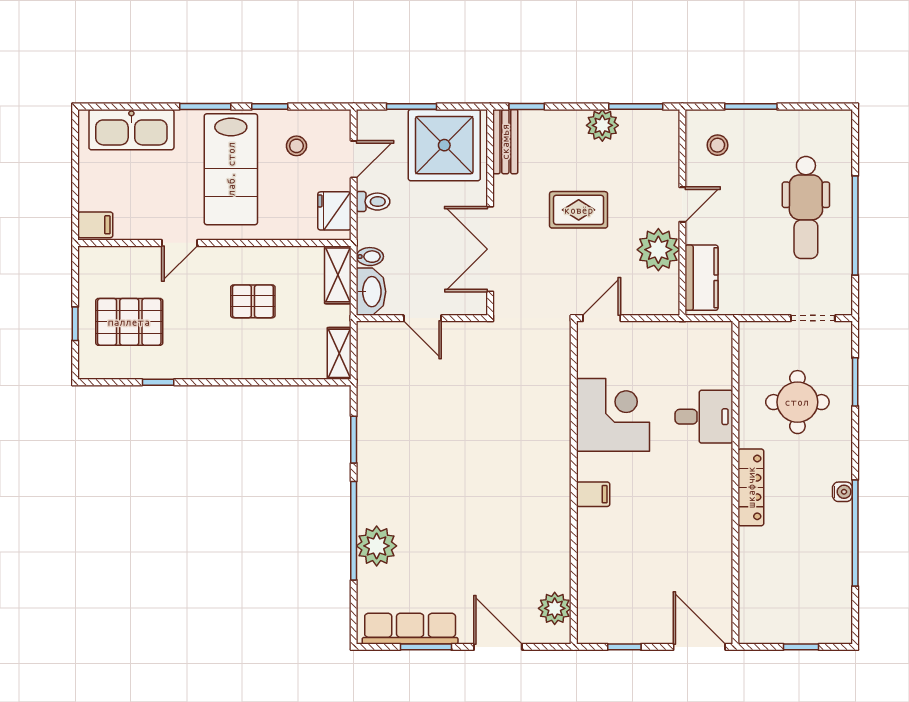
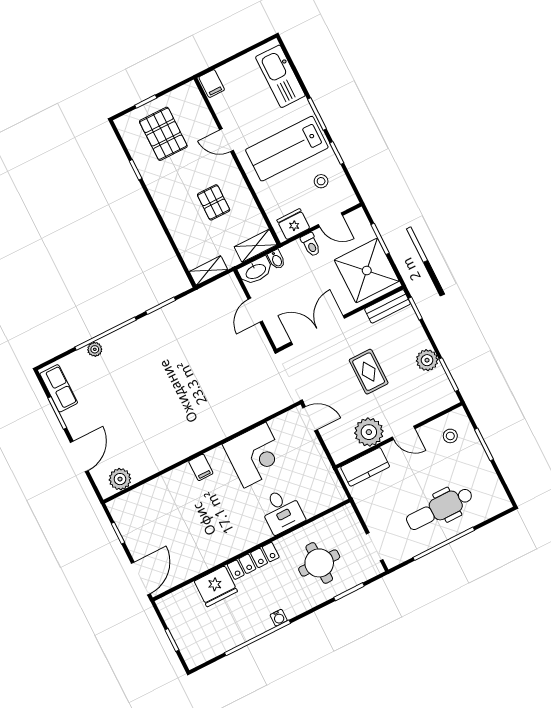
plant: (377, 546) -> (95, 349), width x0.53, depth x0.53
fridge: (760, 554) -> (216, 586), added
row of seats: (410, 629) -> (59, 388), width x0.68

